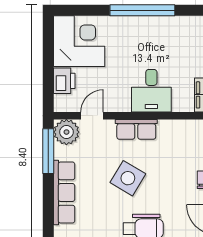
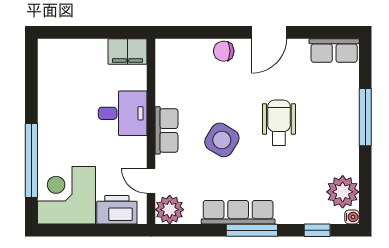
window: (142, 10) -> (31, 161), moved
printer: (64, 81) -> (117, 210), width x1.37, depth x1.19
window: (48, 151) -> (252, 230), moved

